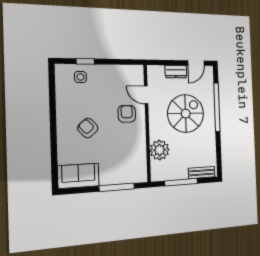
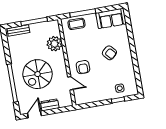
coffee table: (127, 173) -> (76, 24), added

